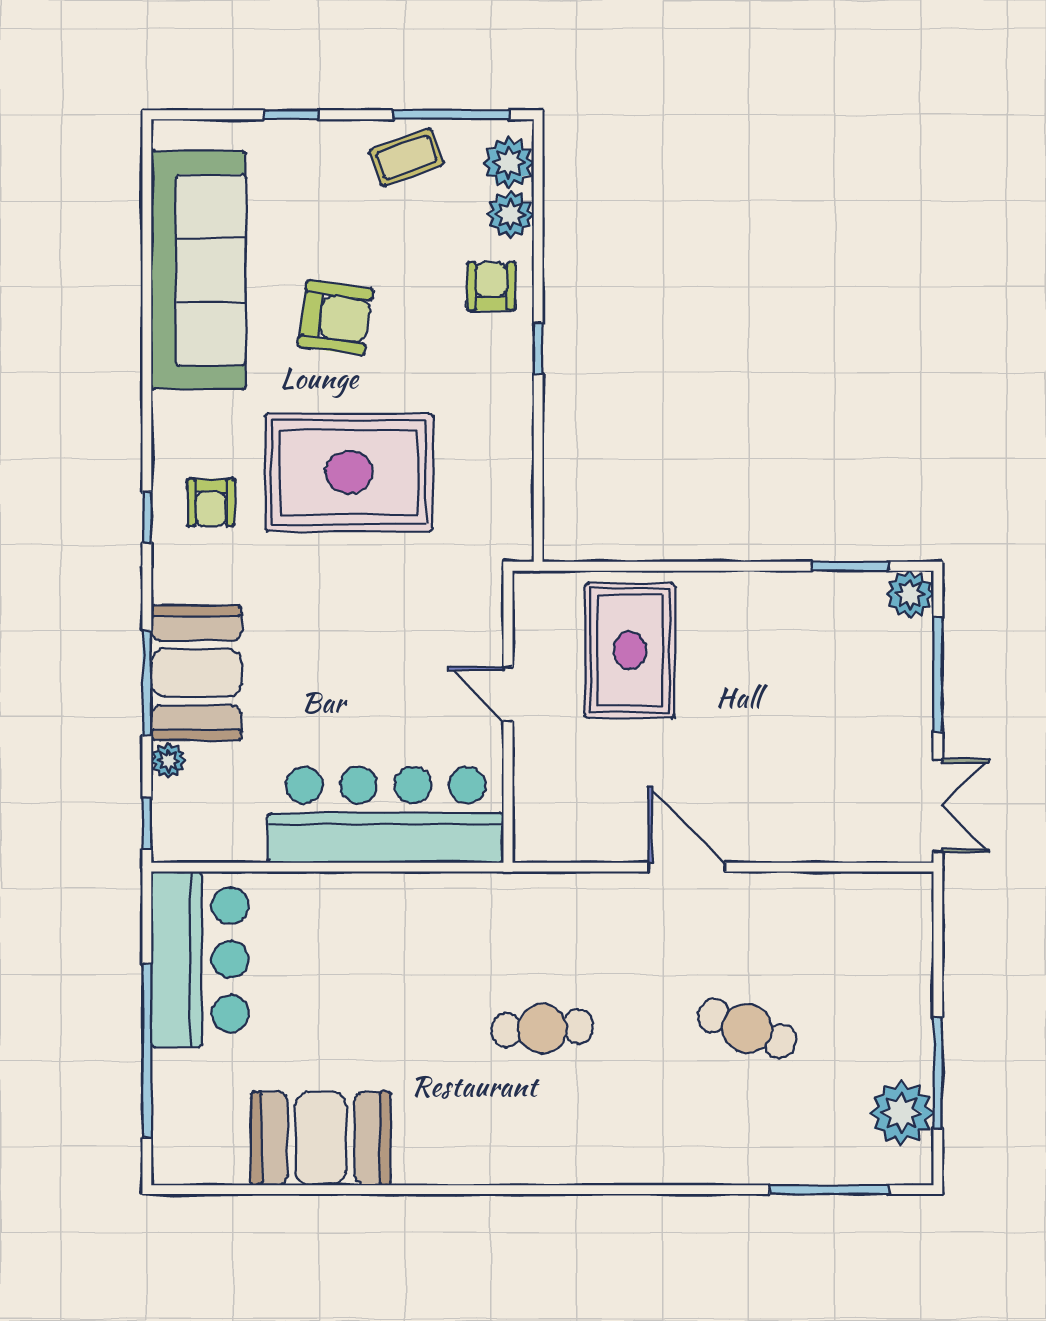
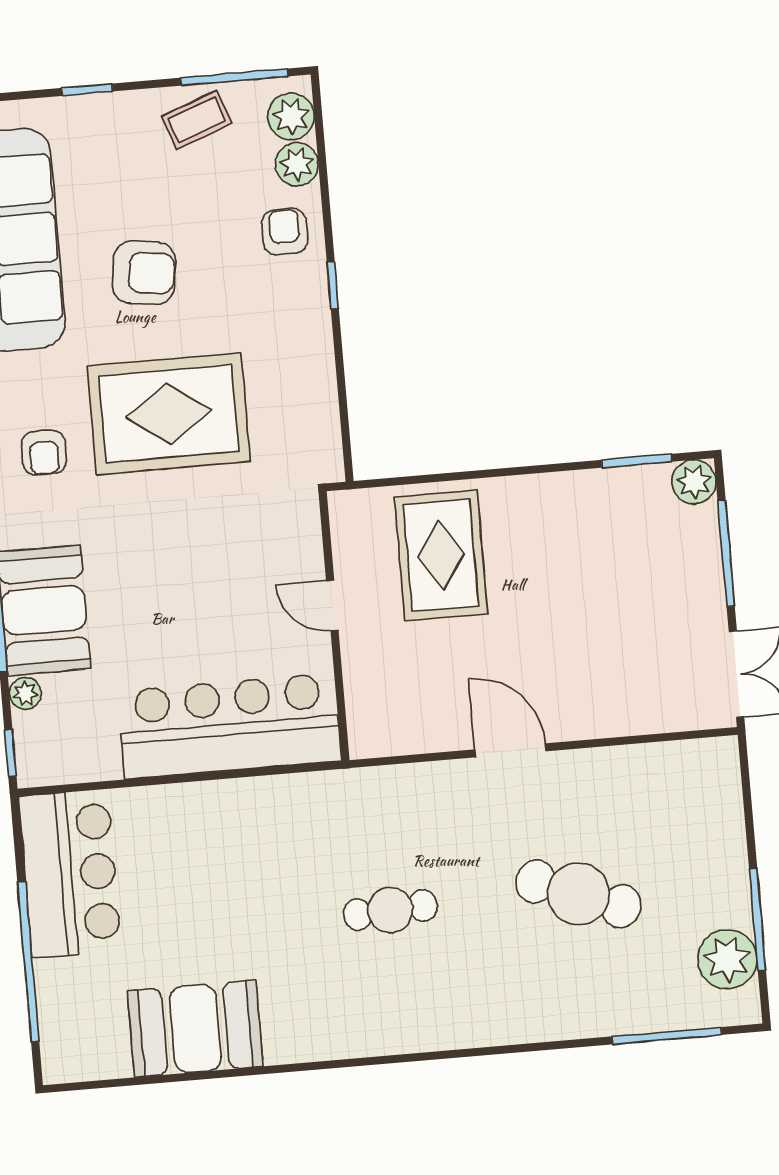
cafe table: (747, 1028) -> (578, 894), width x1.37, depth x1.35

